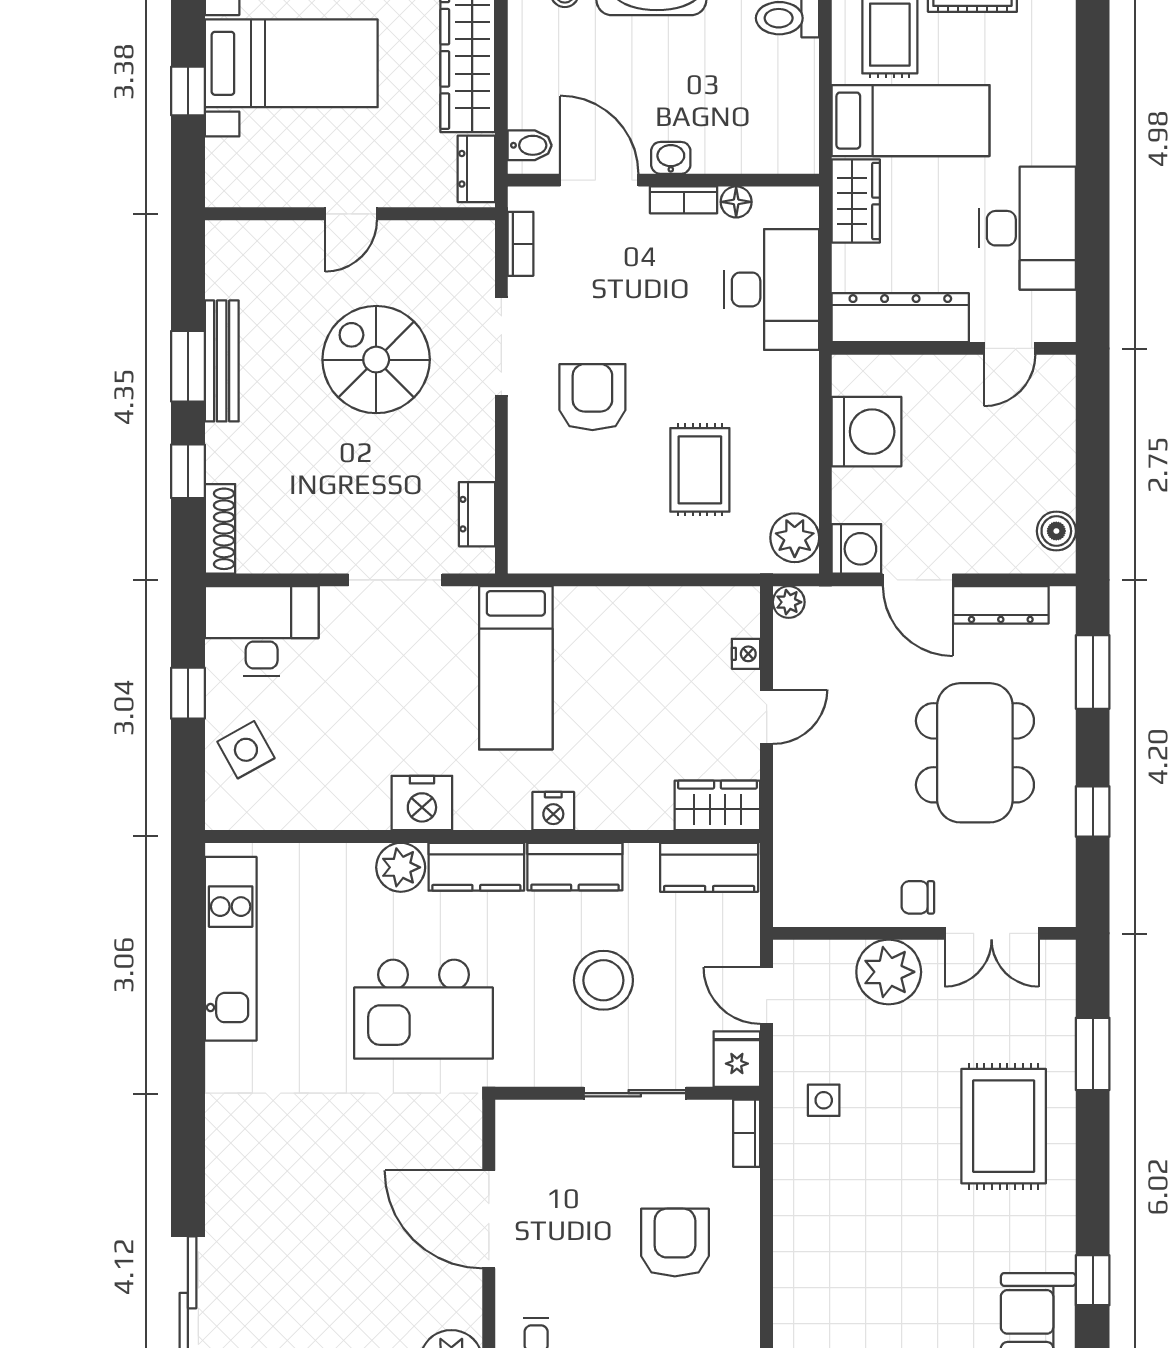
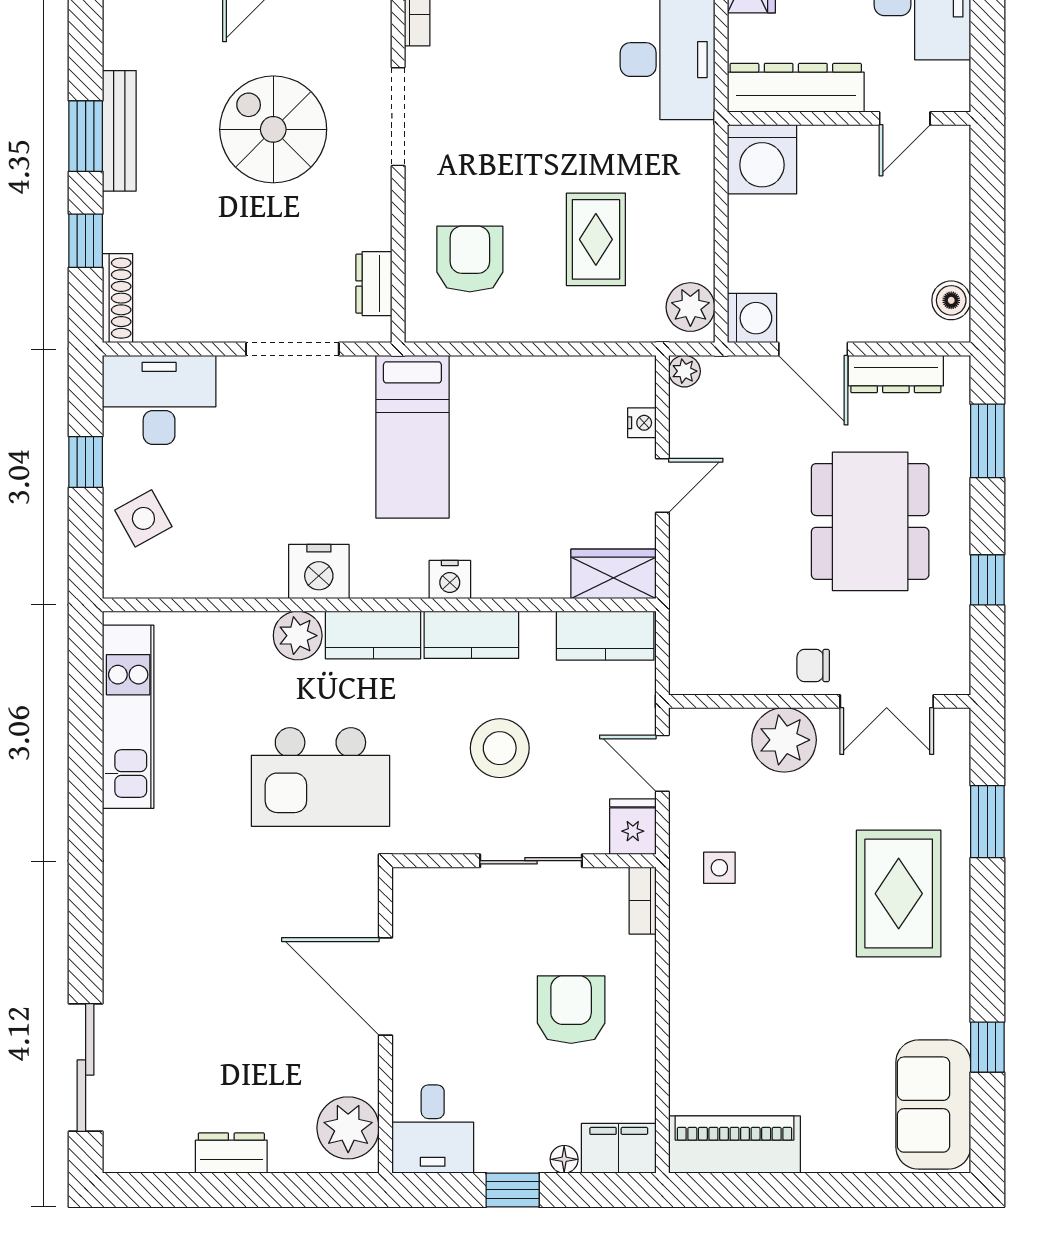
armchair: (592, 397) -> (470, 259), moved
washing machine: (867, 432) -> (762, 159), moved, turned 90

